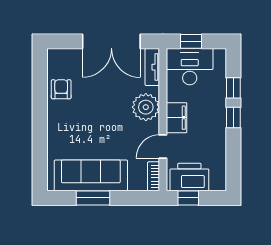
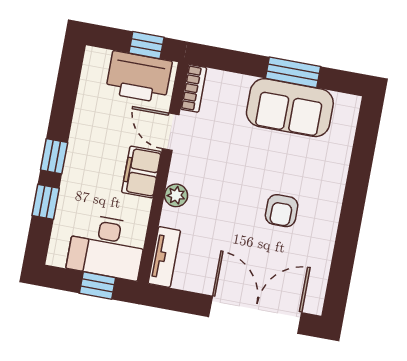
double door: (111, 41) -> (255, 315), moved
armchair: (61, 89) -> (282, 211), moved
plant: (146, 107) -> (176, 195), width x0.53, depth x0.53
door: (163, 146) -> (171, 132), swing flipped
sofa: (91, 175) -> (290, 108), width x0.73

